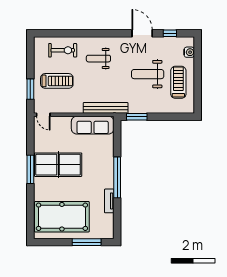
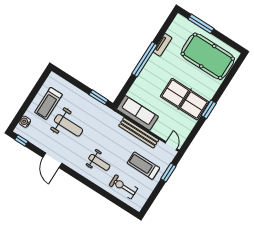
window: (170, 33) -> (21, 140), moved
bench: (106, 108) -> (139, 133), moved
window: (30, 169) -> (209, 109), width x0.69

